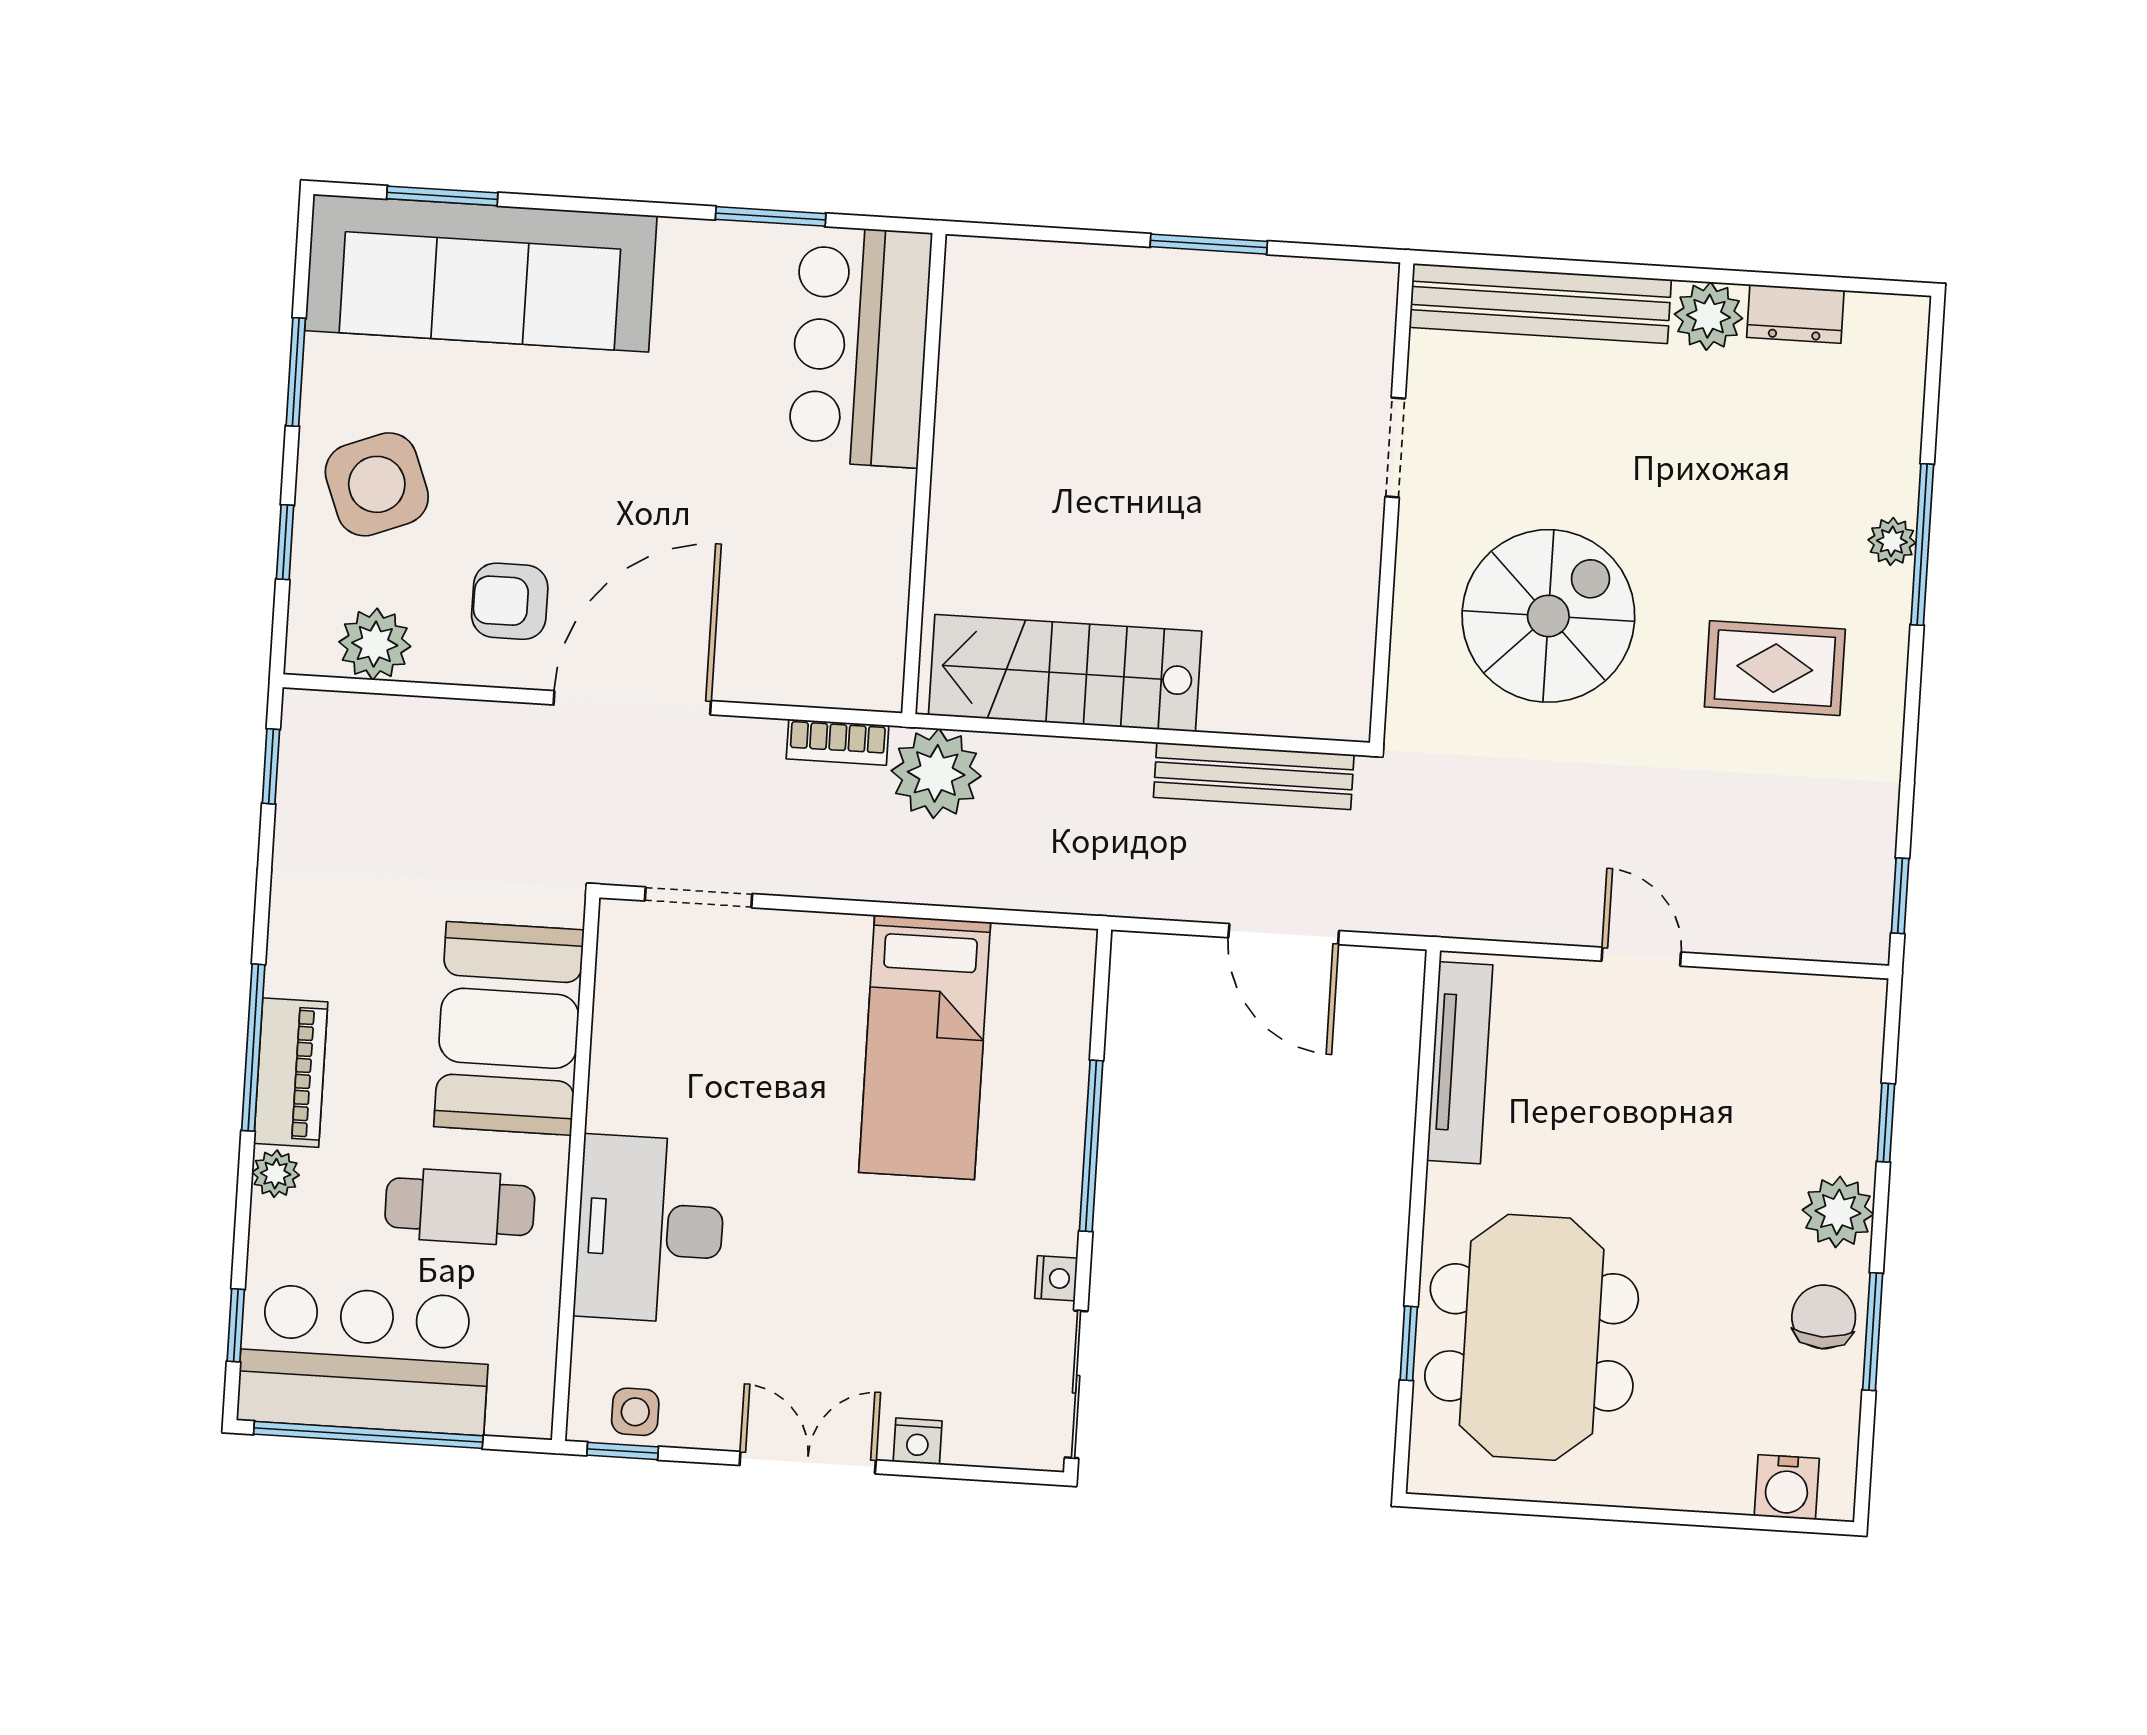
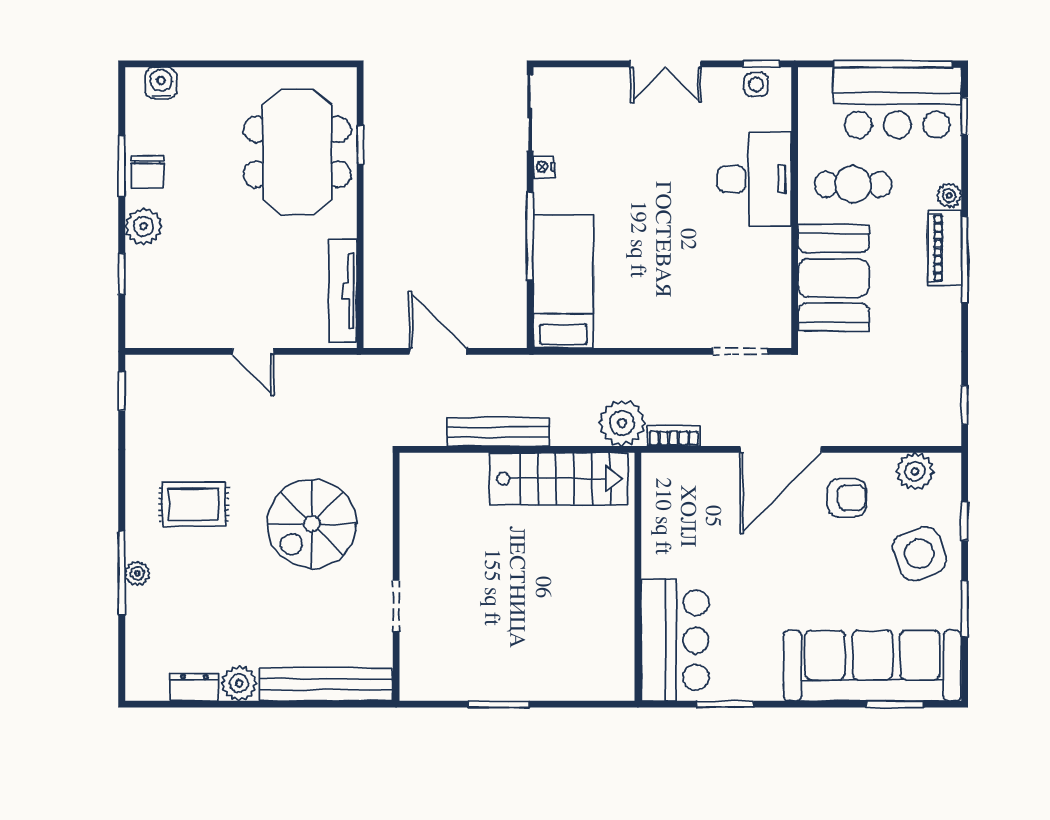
bench: (1254, 776) -> (498, 432), moved
bed: (925, 1047) -> (563, 282), moved
nightstand: (918, 1441) -> (610, 78), removed

